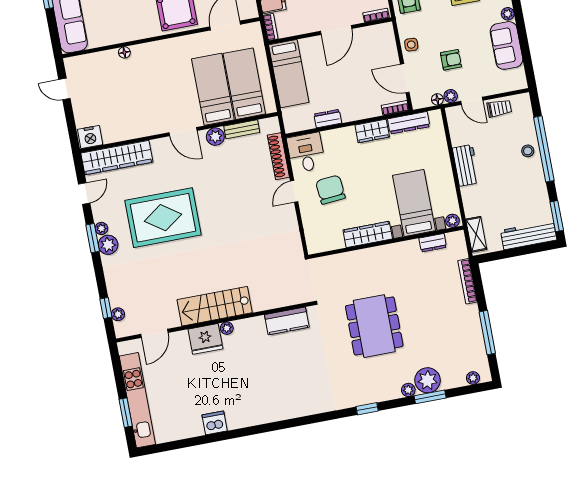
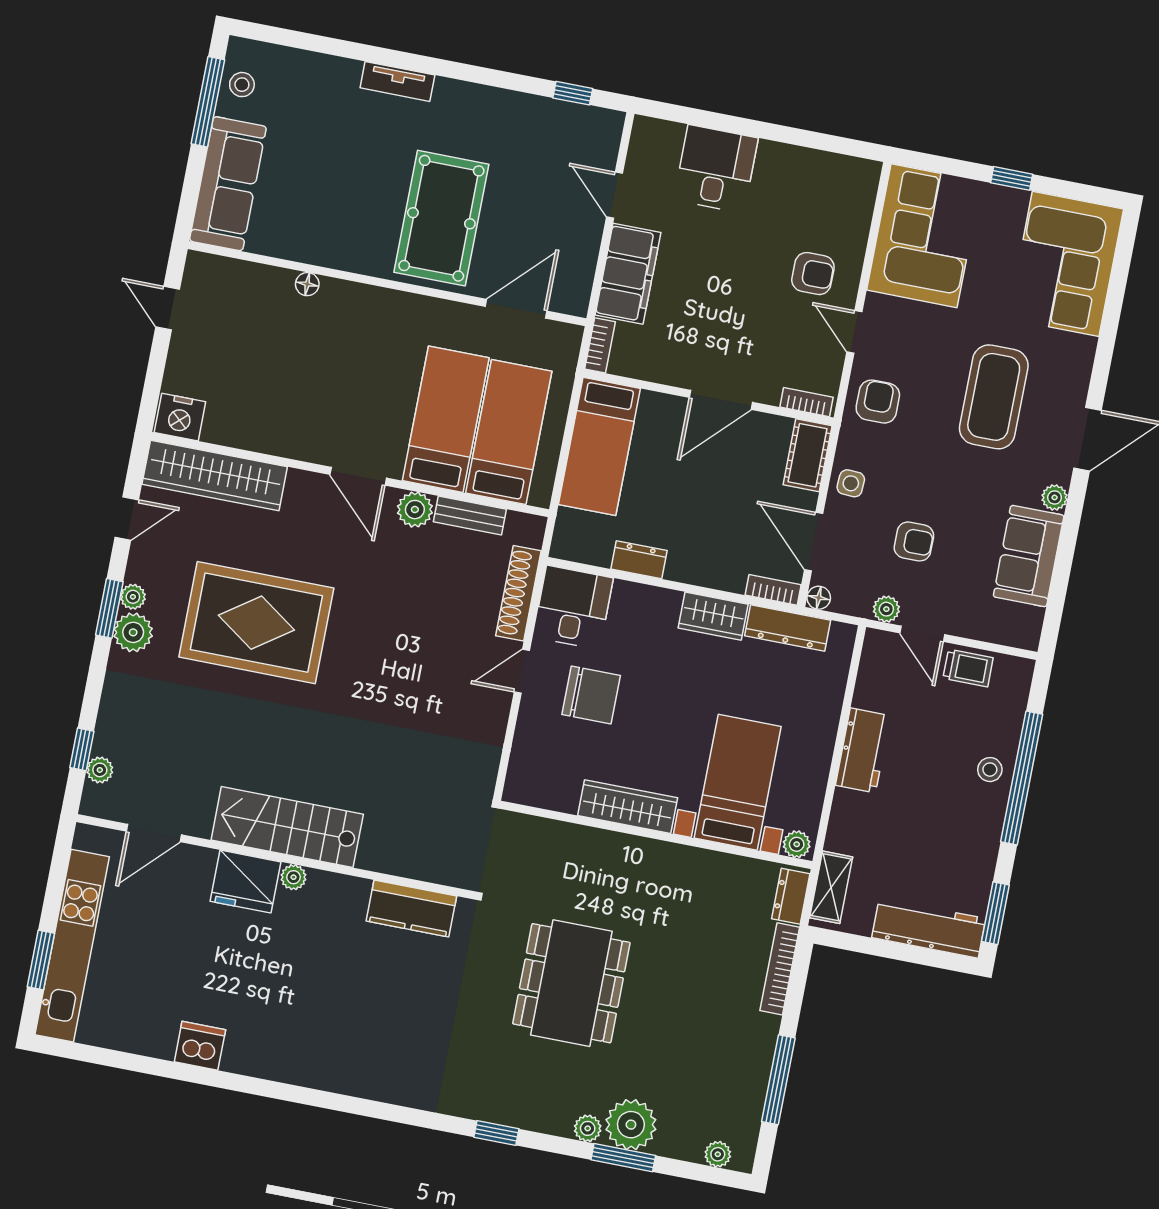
cot: (386, 40) -> (808, 455), added
floor lamp: (437, 99) -> (819, 598), moved
chair: (330, 190) -> (591, 695), turned 95
dresser: (433, 243) -> (791, 896), moved, turned 90

